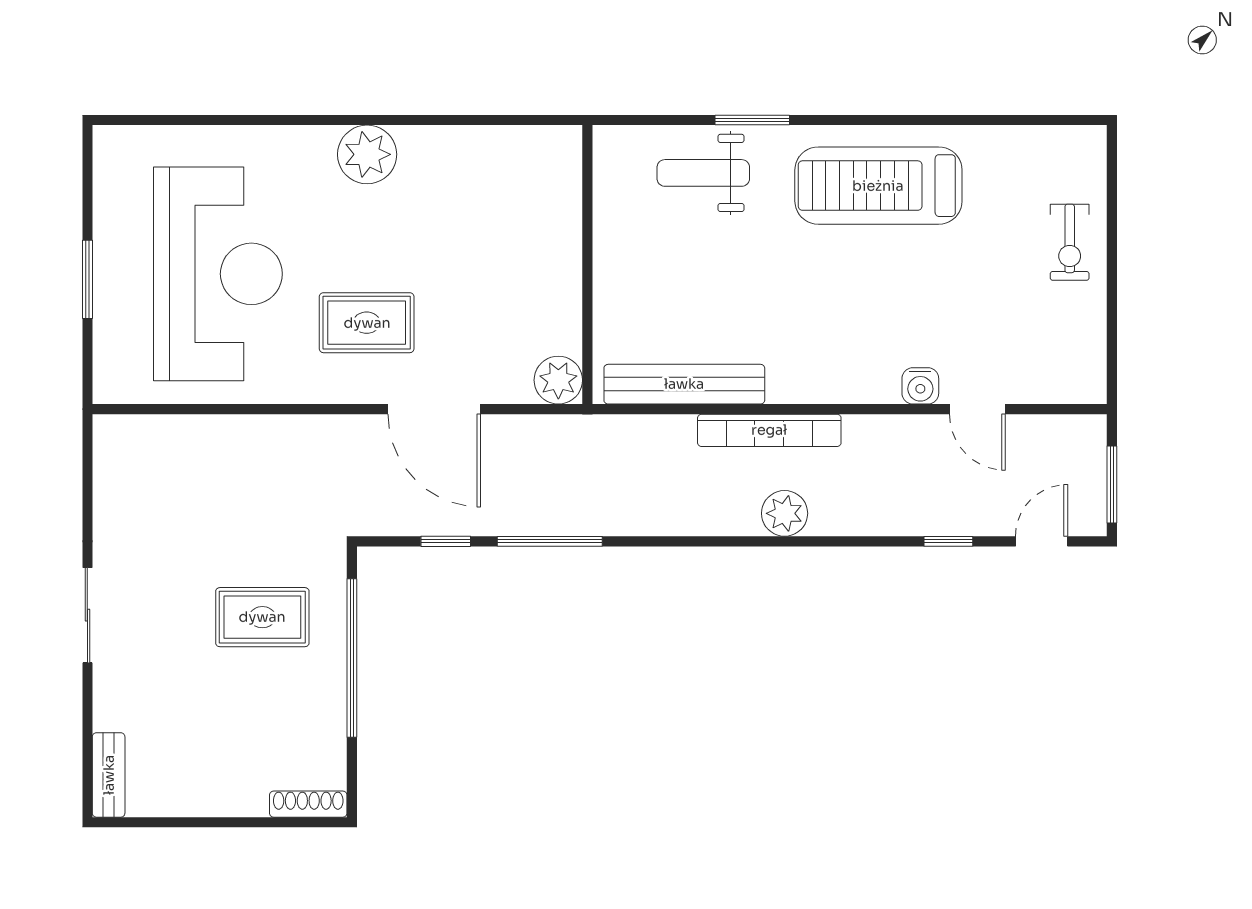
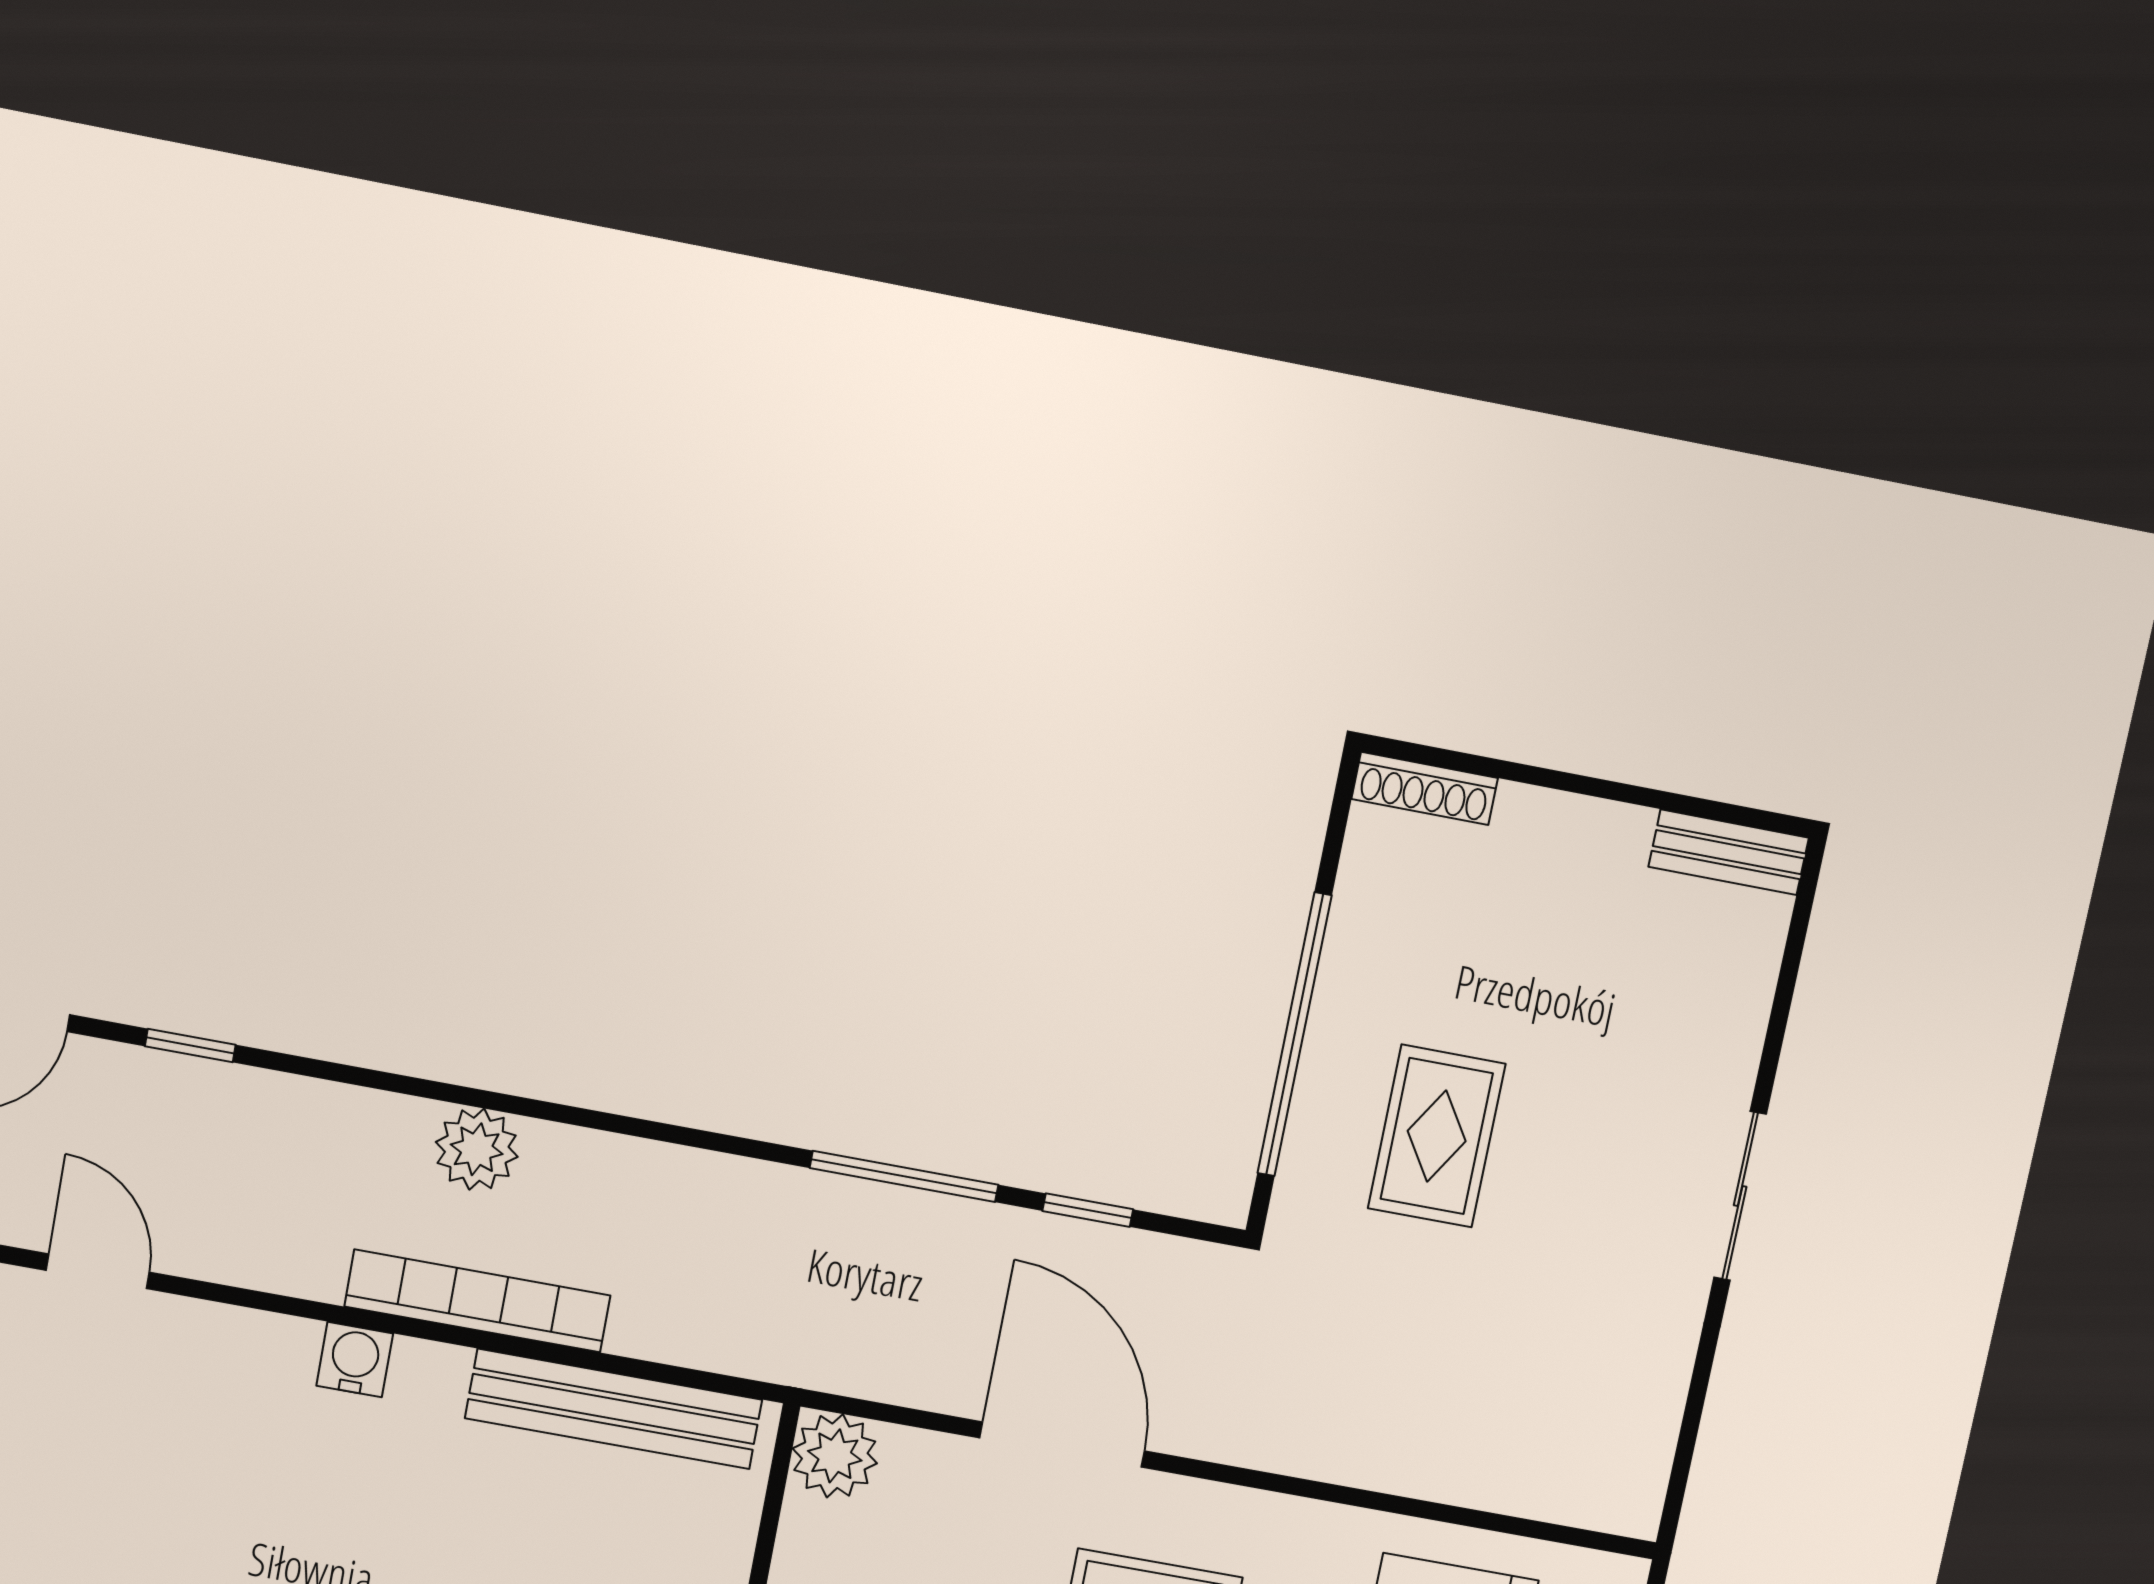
water cooler: (920, 386) -> (355, 1360), moved
rug: (262, 617) -> (1437, 1136), turned 90
bench: (109, 775) -> (1729, 852), moved, turned 90

